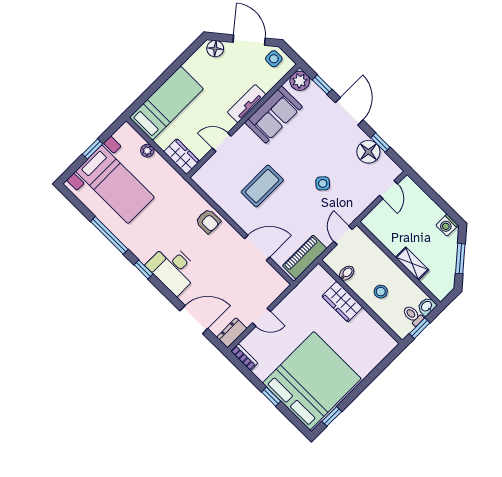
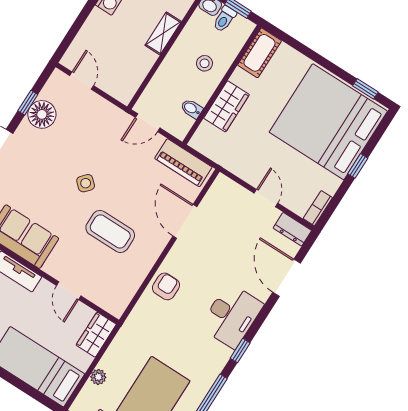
side table: (323, 183) -> (86, 183), moved
door: (388, 190) -> (82, 81), hinge flipped
cot: (379, 338) -> (260, 53), added

